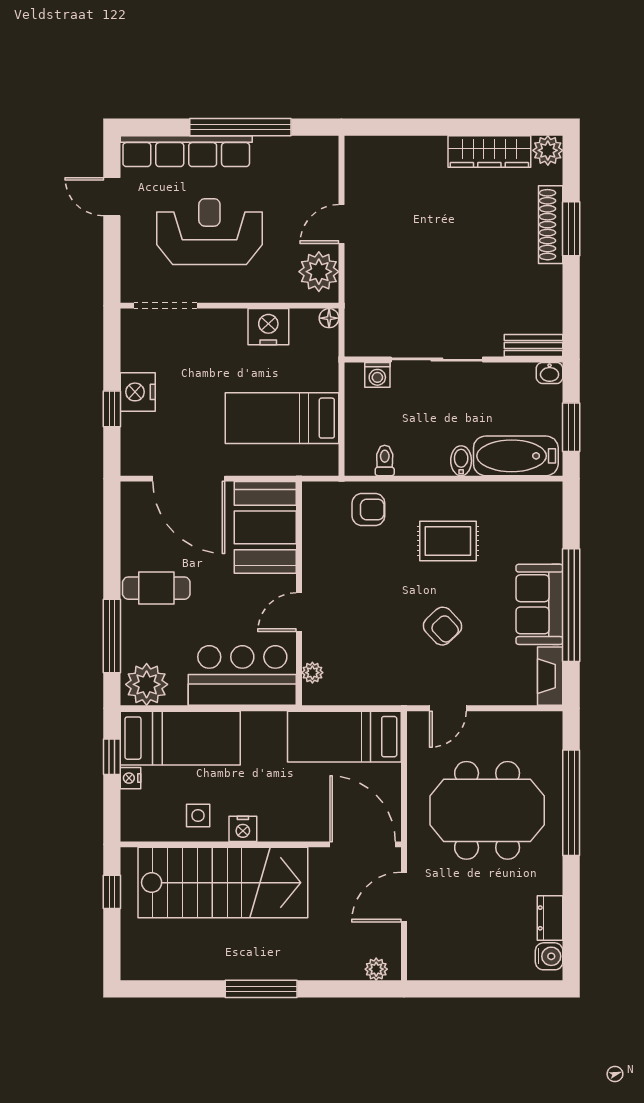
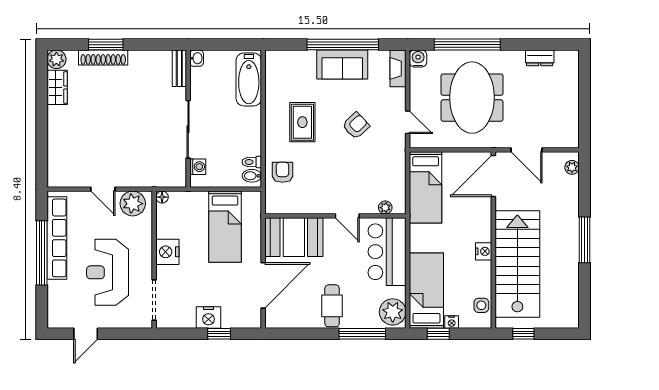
row of seats: (186, 151) -> (57, 238), moved
wardrobe: (489, 151) -> (57, 87), width x0.67
nightstand: (268, 327) -> (167, 252), moved
window: (571, 427) -> (231, 45), removed
bidet: (461, 461) -> (252, 176), moved
fireplace: (550, 676) -> (398, 68), moved, turned 90
side table: (198, 816) -> (481, 305), moved
water cooler: (549, 956) -> (418, 59), moved

